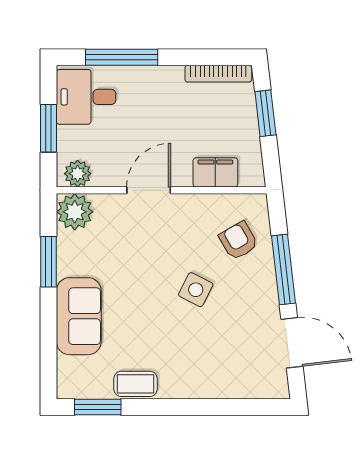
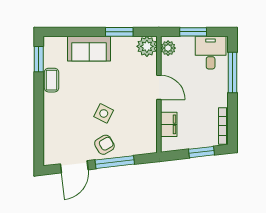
armchair: (238, 241) -> (104, 145), moved

